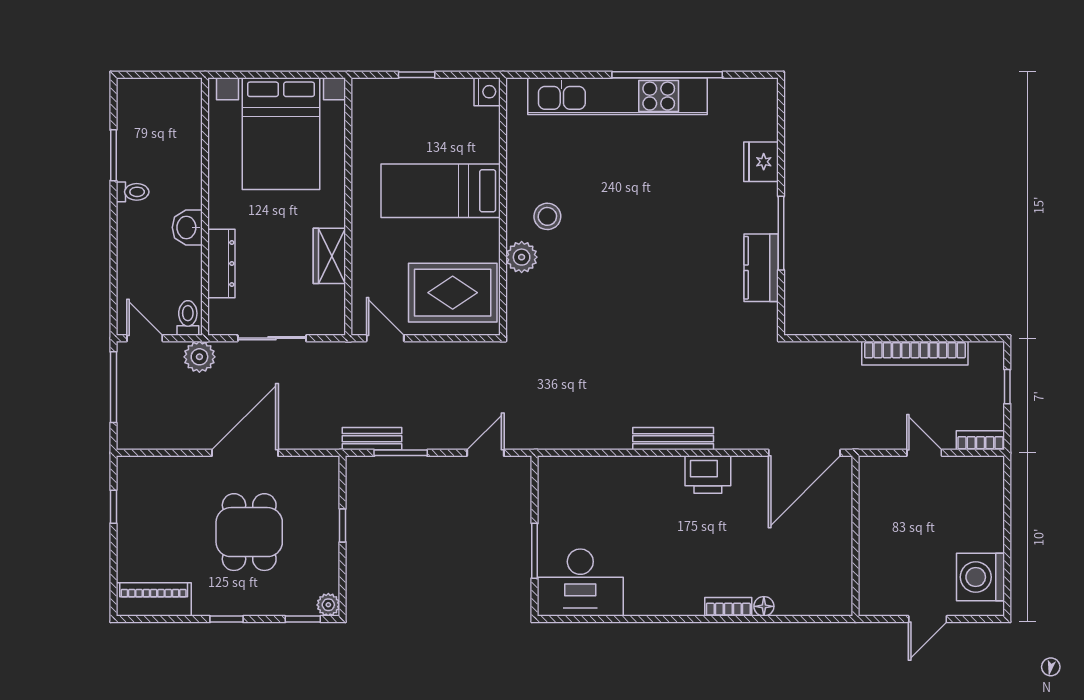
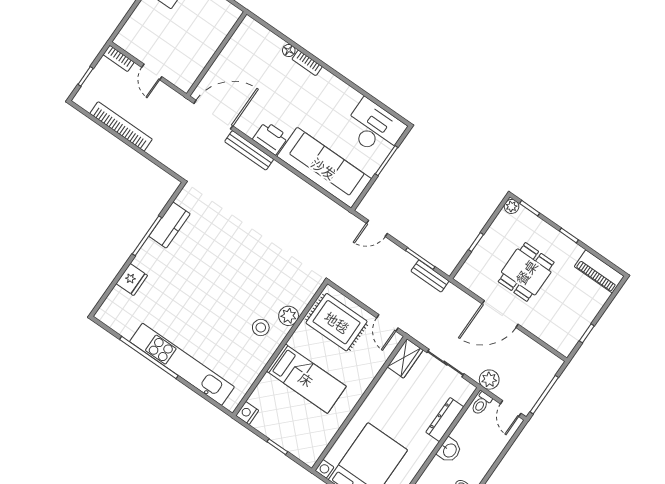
wardrobe: (329, 256) -> (405, 358), moved
bench: (673, 439) -> (249, 150), moved
sofa: (610, 485) -> (324, 168), added

